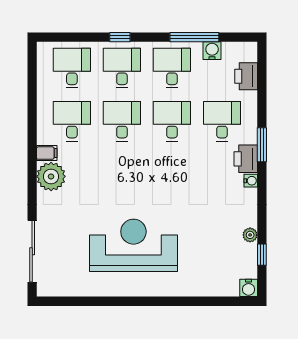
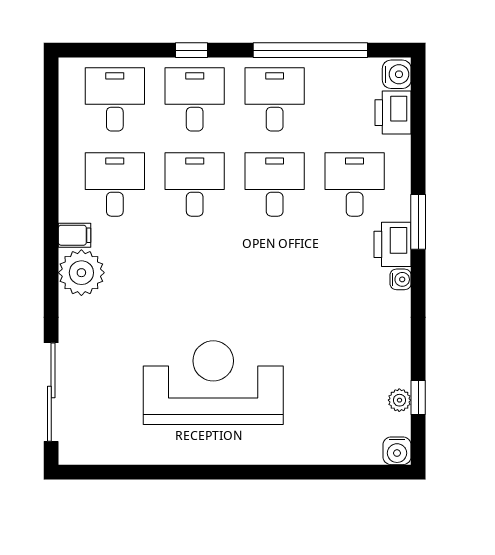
window: (194, 37) -> (310, 50), width x1.46
water cooler: (212, 51) -> (397, 74), moved, turned 90
plant: (250, 235) -> (399, 400), moved

